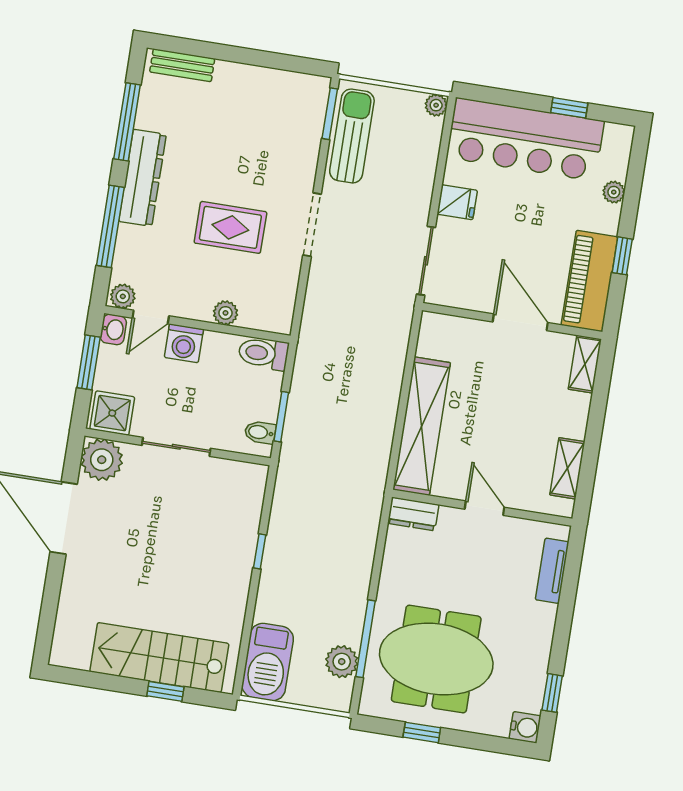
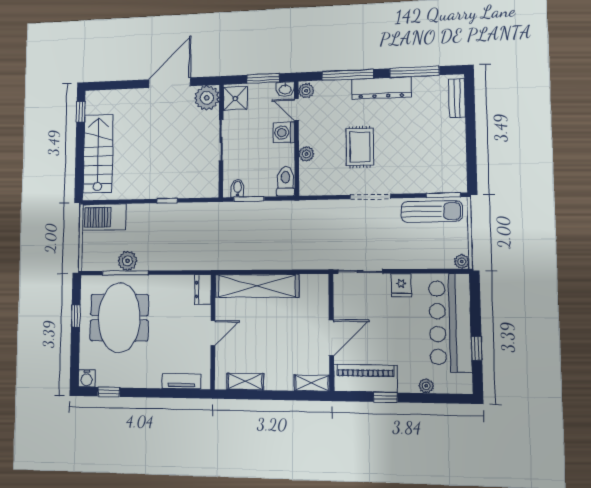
plant: (342, 662) -> (128, 261), moved
window: (165, 691) -> (81, 112), moved

